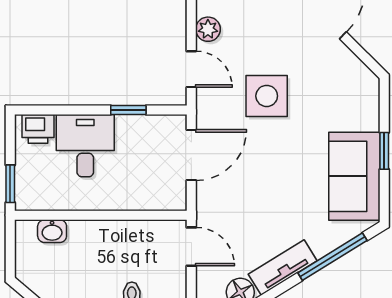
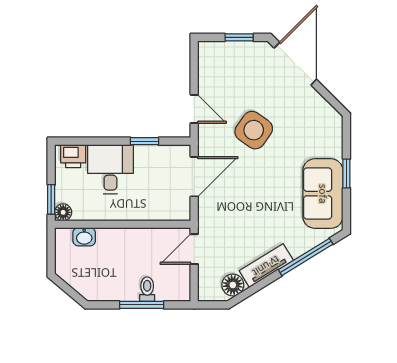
plant: (208, 29) -> (207, 77), removed
side table: (267, 96) -> (254, 130), turned 35
floor lamp: (25, 200) -> (63, 212), added
door: (191, 247) -> (194, 249), swing flipped

